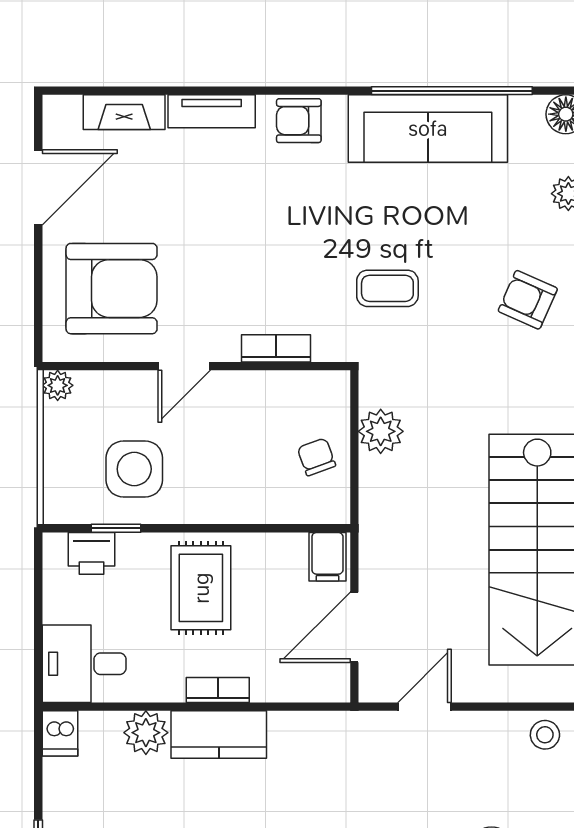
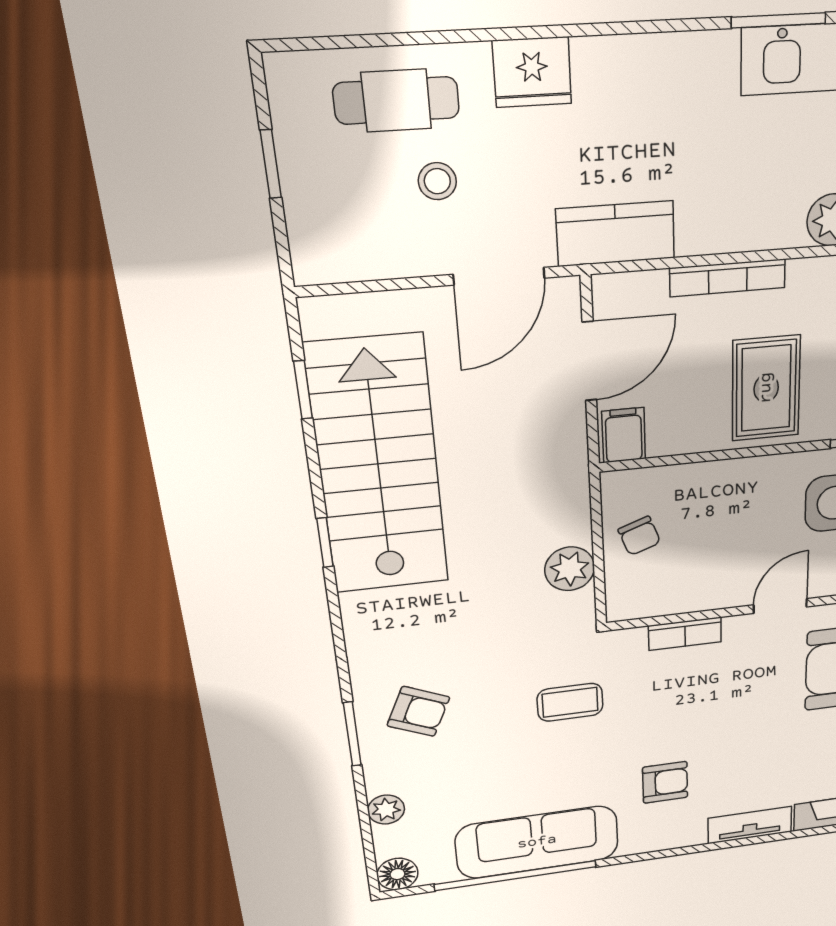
armchair: (299, 121) -> (665, 782), moved
bookcase: (218, 690) -> (728, 278), width x1.56
door: (425, 707) -> (499, 276), width x1.38
kitchen counter: (219, 734) -> (616, 234), moved
stool: (545, 735) -> (437, 181), moved

